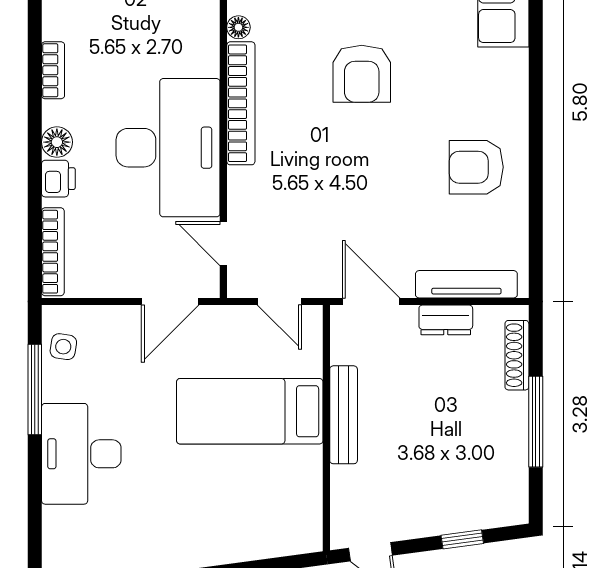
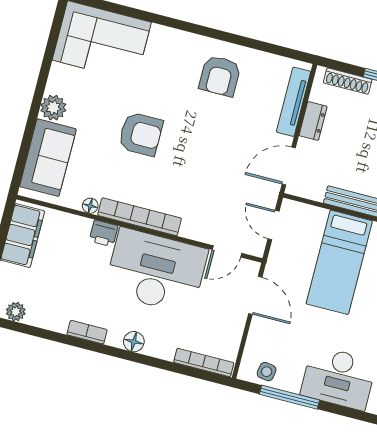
printer: (58, 179) -> (104, 233), moved, turned 180
door: (279, 301) -> (273, 225), swing flipped

